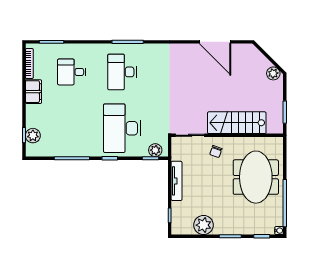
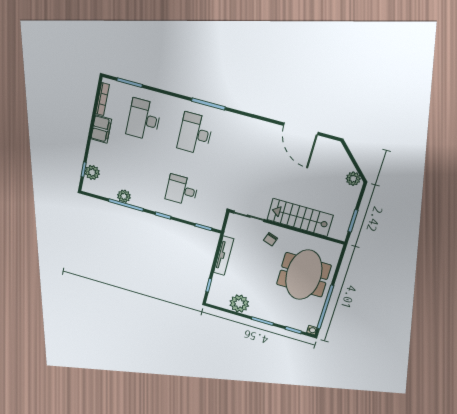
desk: (72, 72) -> (144, 120), width x1.37
desk: (122, 128) -> (182, 190), width x0.53, depth x0.77
plant: (155, 150) -> (124, 196), moved

